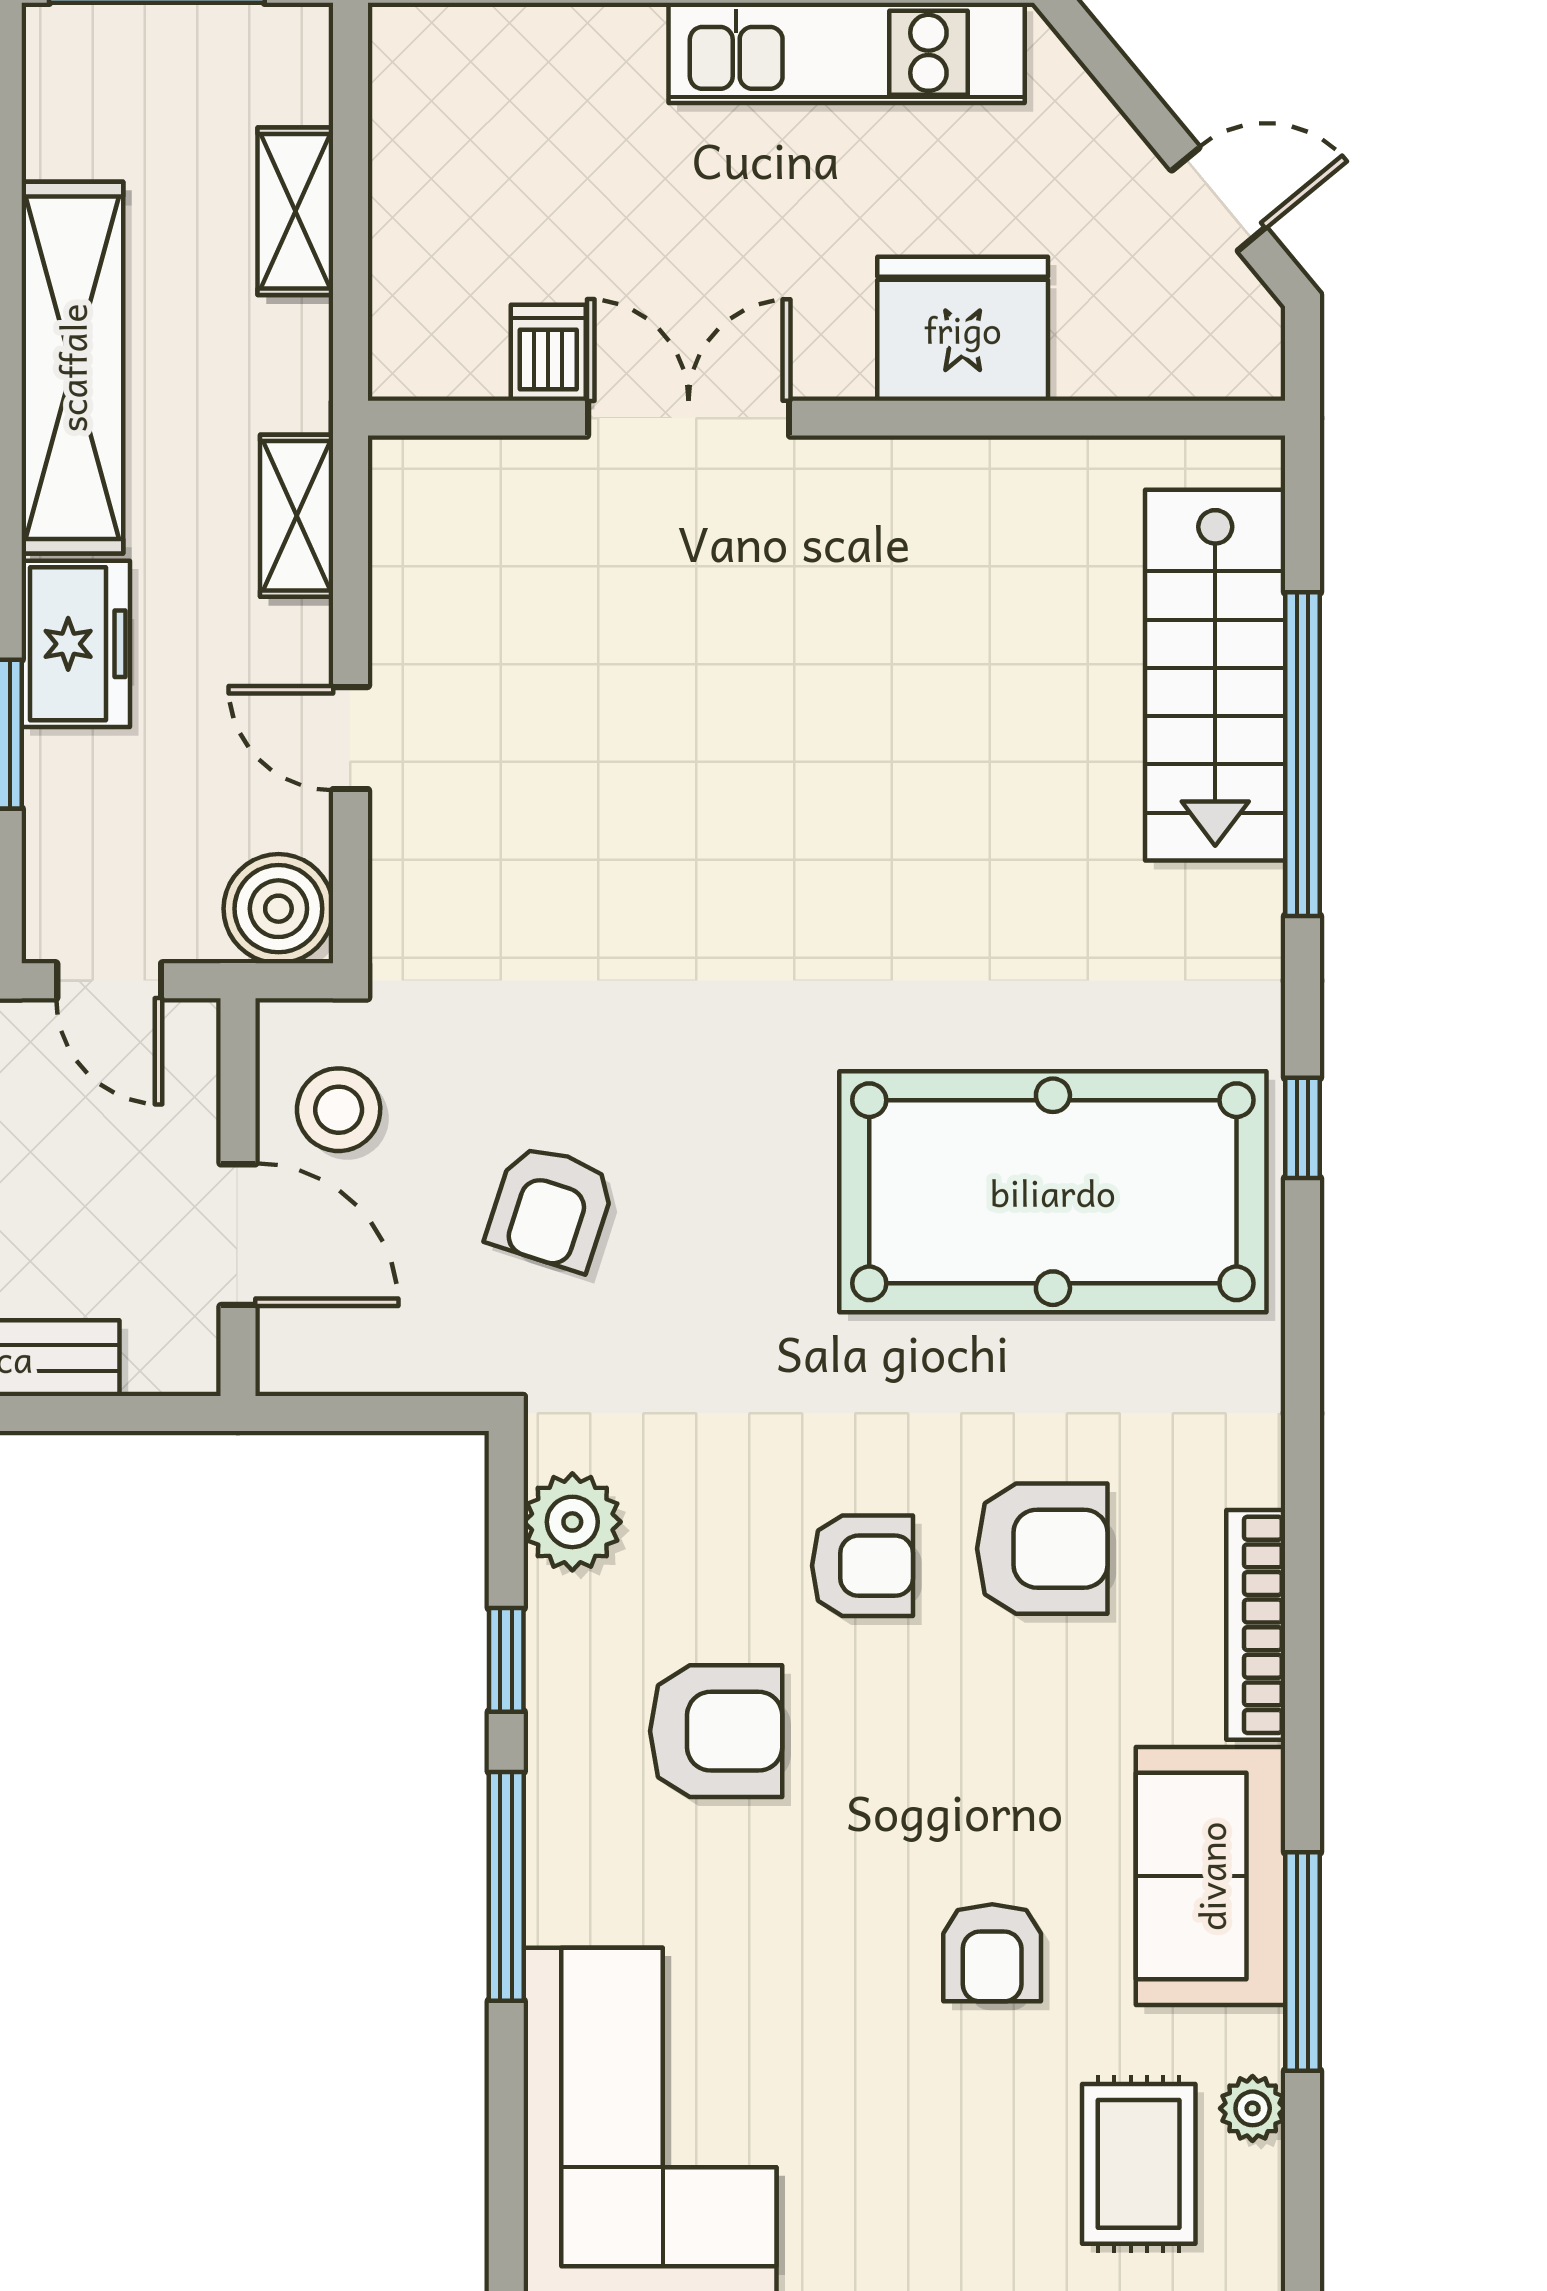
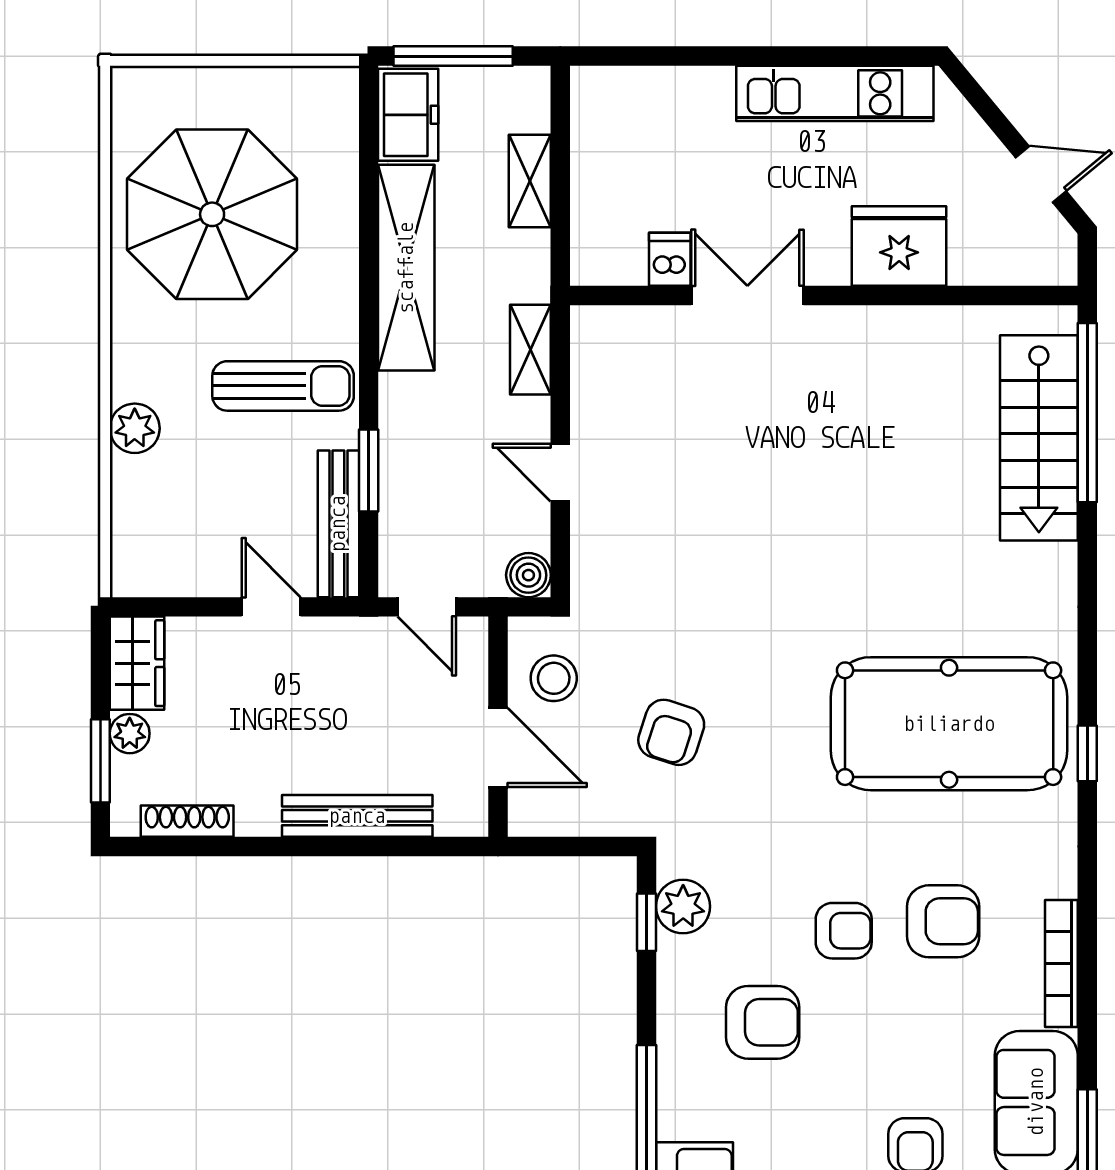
freezer: (76, 644) -> (408, 115), moved
window: (1303, 754) -> (1087, 413), moved
boiler: (278, 909) -> (528, 575), width x0.73, depth x0.73
window: (1303, 1128) -> (1087, 753), moved
window: (506, 1660) -> (646, 922), moved

